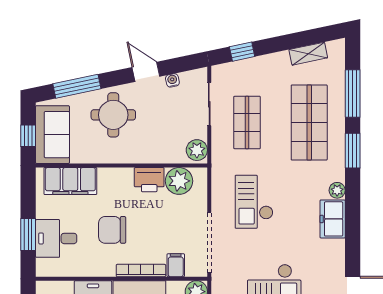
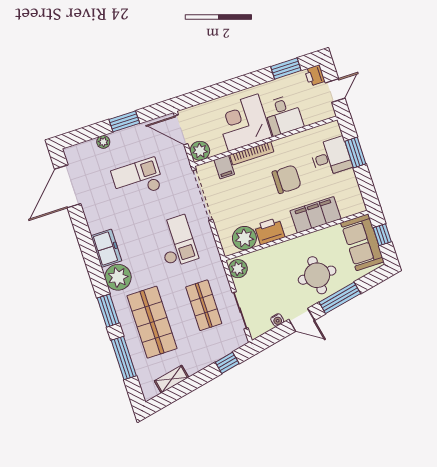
window: (77, 86) -> (340, 298), moved
filing cabinet: (70, 181) -> (315, 215), moved
plant: (337, 190) -> (118, 277), width x1.87, depth x1.87

